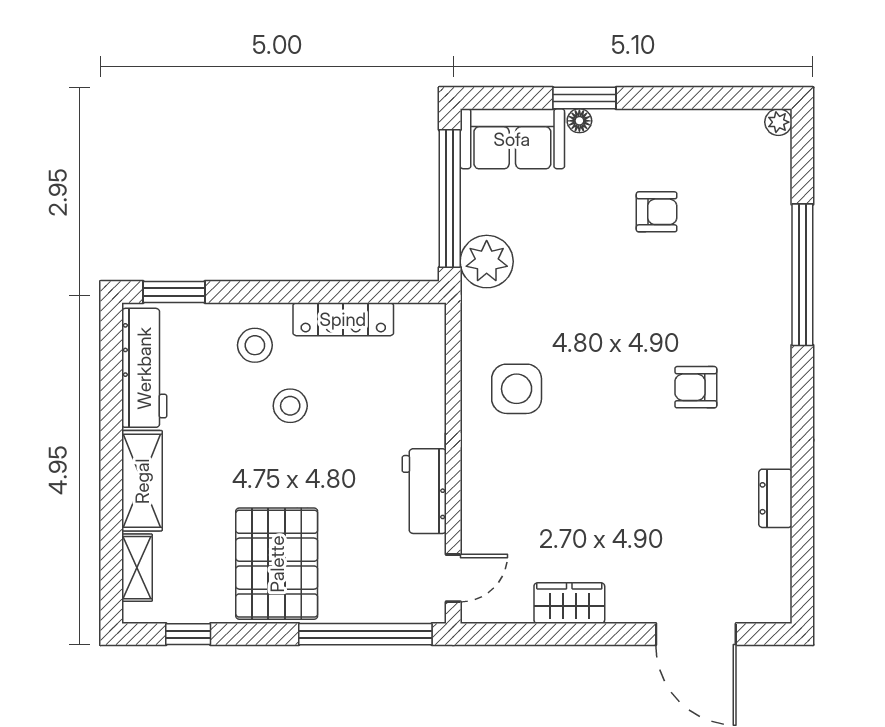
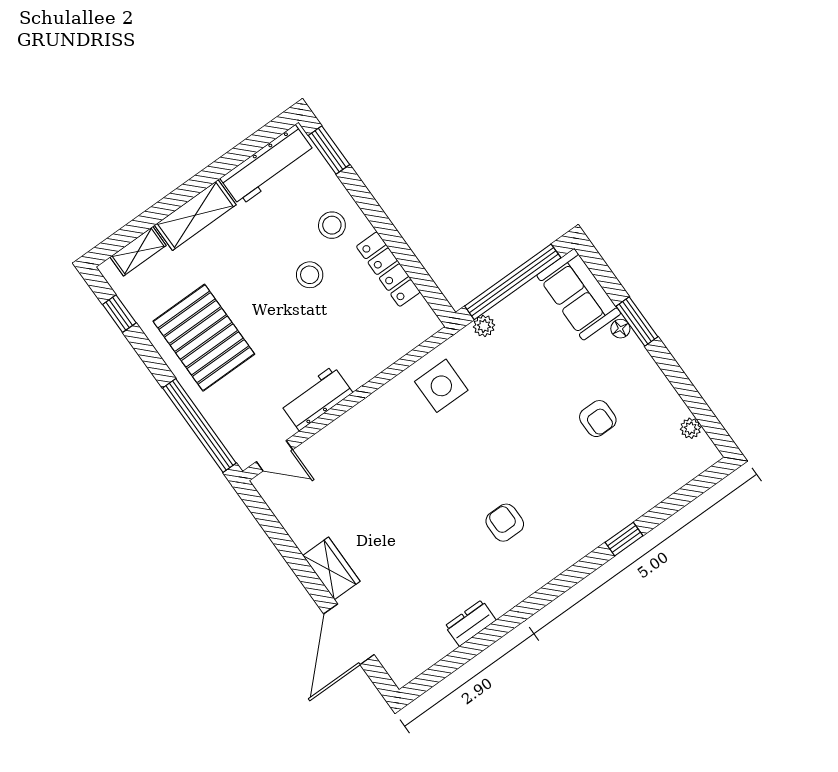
plant: (778, 122) -> (691, 428), moved
plant: (487, 262) -> (484, 326), width x0.53, depth x0.53
window: (802, 275) -> (624, 539), width x0.32
side table: (517, 389) -> (441, 386), moved
pallet: (277, 564) -> (204, 338), turned 90
wardrobe: (569, 603) -> (331, 568), moved

